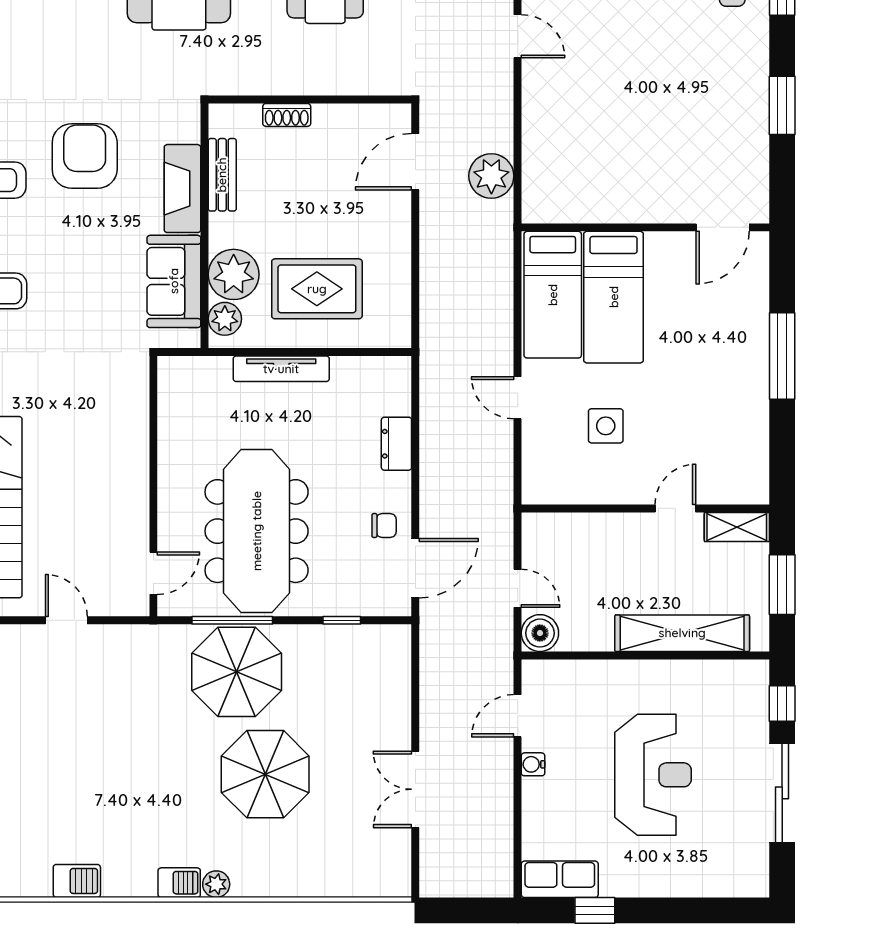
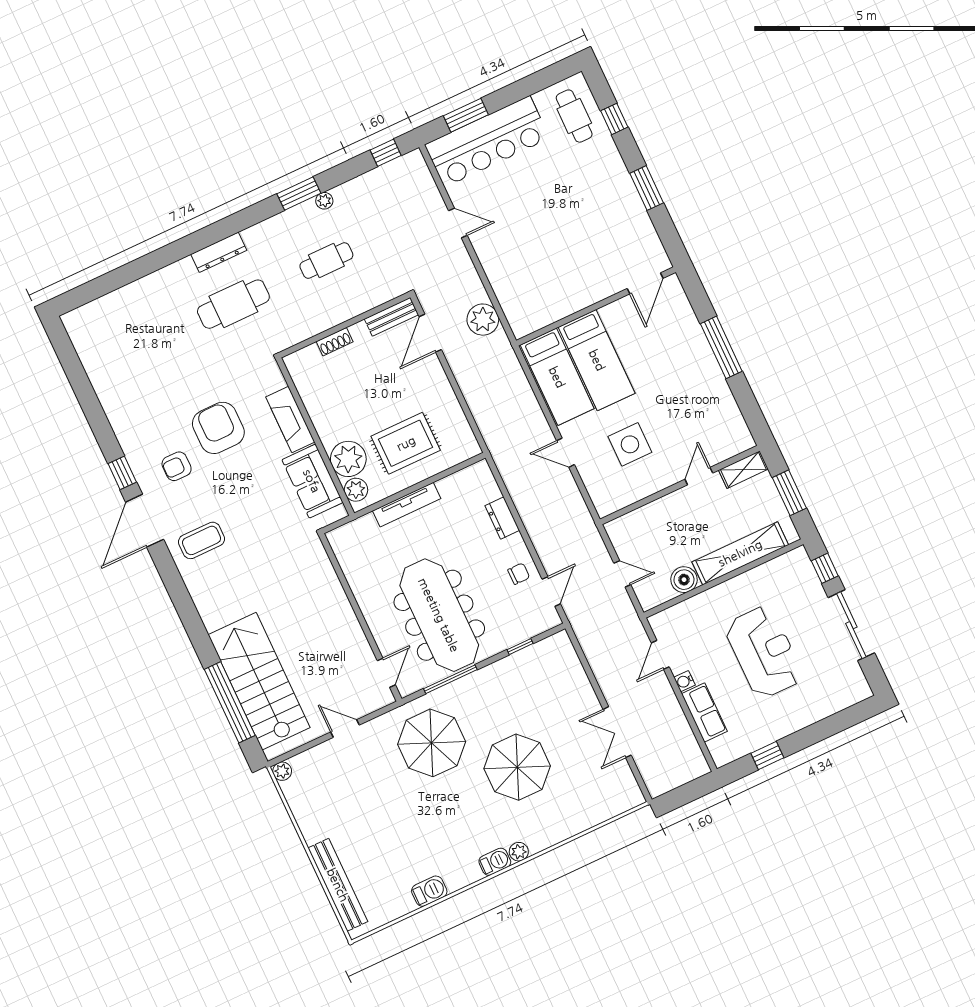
bench: (222, 175) -> (391, 317), moved, turned 90
side table: (606, 426) -> (630, 444), width x1.37, depth x1.37
door: (415, 568) -> (551, 592), width x0.73
boiler: (540, 633) -> (684, 580), moved
parasol: (237, 672) -> (432, 743), moved
row of seats: (560, 879) -> (704, 713), moved, turned 90

